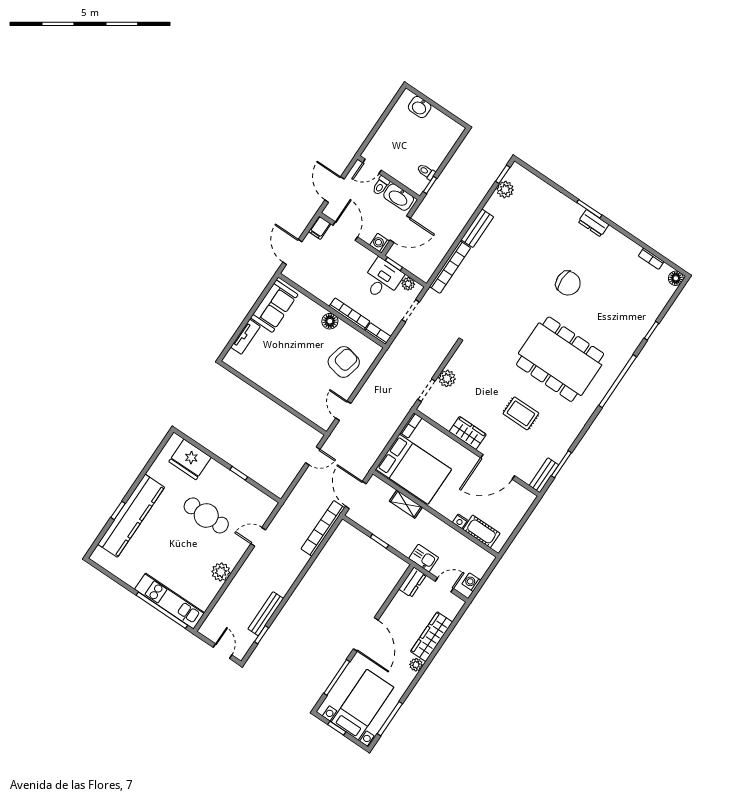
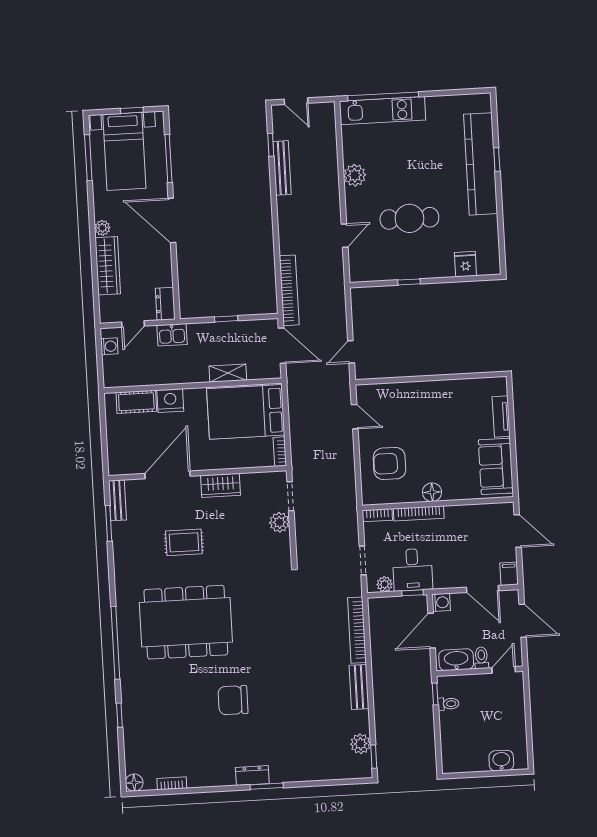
armchair: (344, 362) -> (389, 463), turned 78
fridge: (190, 459) -> (465, 264), width x0.53, depth x0.75
nightstand: (460, 521) -> (170, 401), width x1.89, depth x1.79

